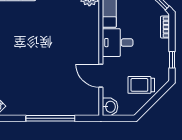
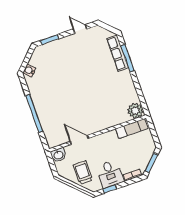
desk: (118, 43) -> (110, 174), moved, turned 180
door: (101, 76) -> (79, 140), hinge flipped

